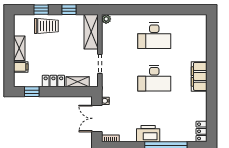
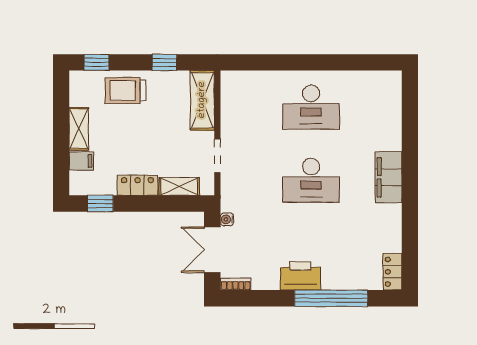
window: (41, 10) -> (97, 62), moved
plant: (106, 19) -> (228, 78), removed
trolley: (46, 26) -> (126, 90), turned 180

